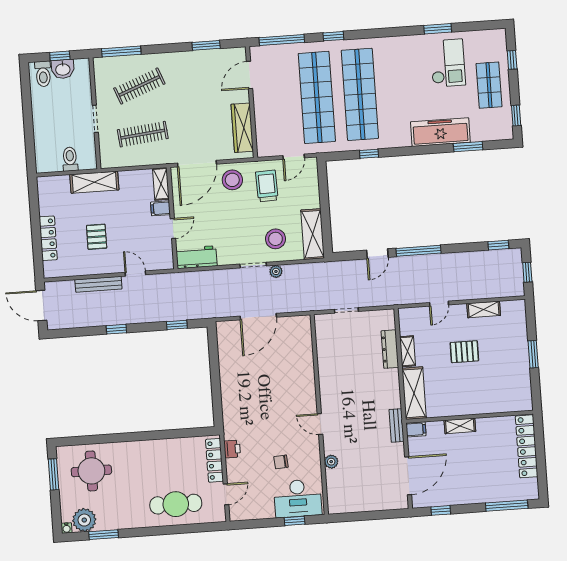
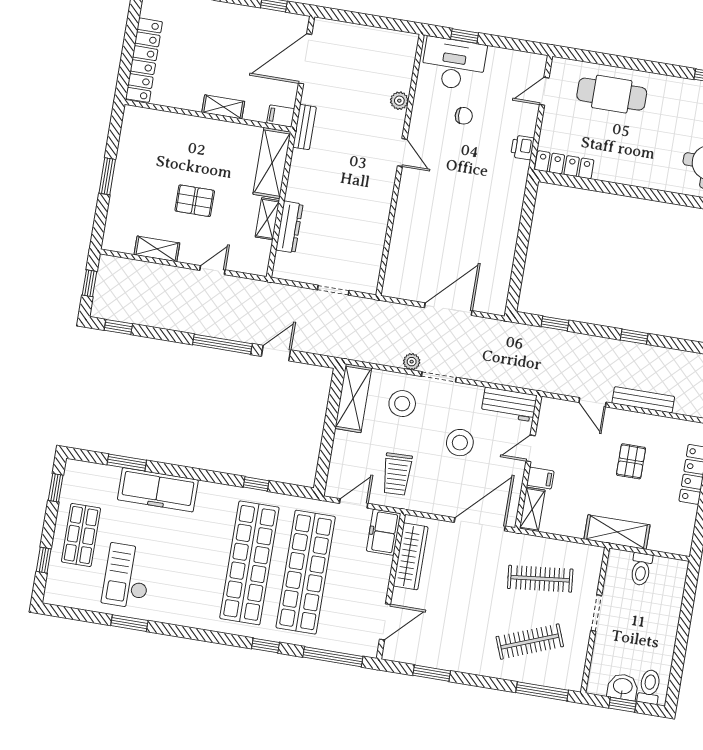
freezer: (266, 141) -> (384, 532), added
stool: (232, 180) -> (460, 443), moved
locker: (215, 460) -> (564, 165), moved, turned -90

